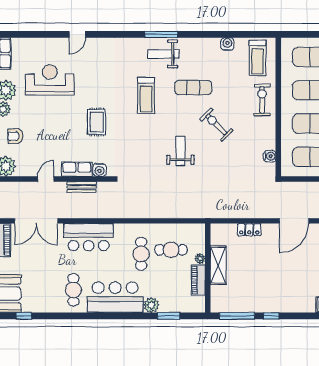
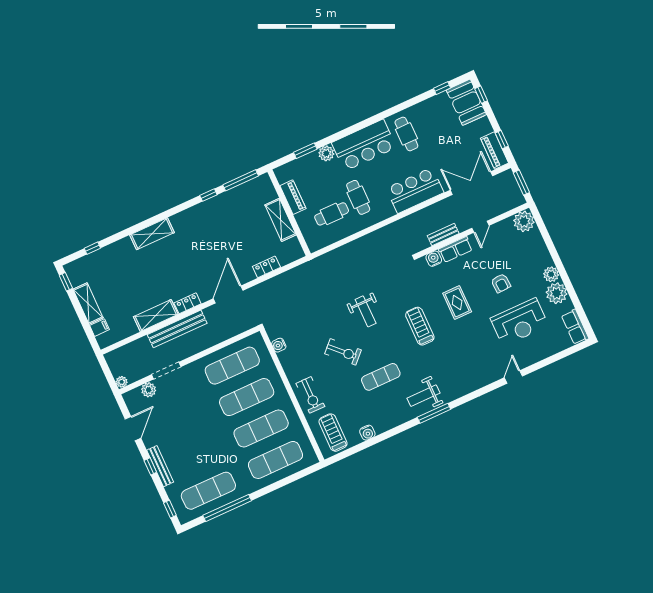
weight bench: (163, 54) -> (424, 396), turned 180
treadmill: (146, 95) -> (420, 326), moved
armchair: (15, 136) -> (501, 283), moved, turned 87
plant: (200, 259) -> (300, 218), removed

